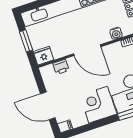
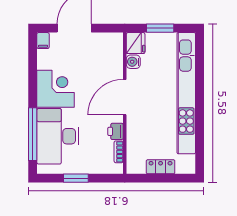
water cooler: (116, 33) -> (133, 62), moved
printer: (61, 67) -> (115, 131), moved

